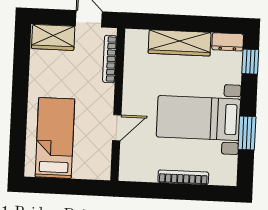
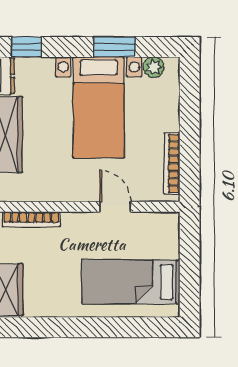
plant: (229, 164) -> (154, 67), added
bookcase: (183, 177) -> (172, 163), moved

